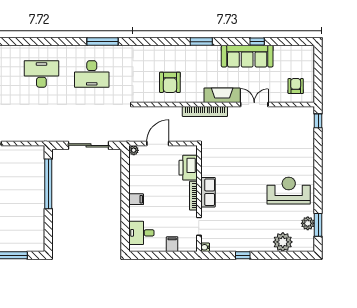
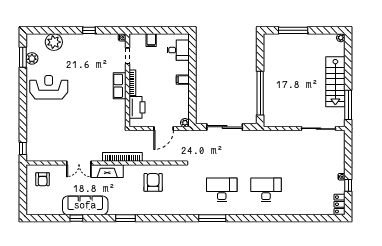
desk: (41, 74) -> (266, 190), turned 180
reception desk: (289, 191) -> (49, 87), turned 180

